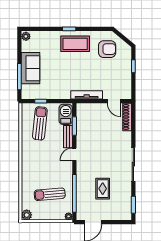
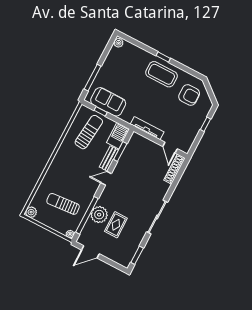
sofa: (31, 68) -> (108, 102), moved, turned -90
plant: (84, 187) -> (99, 215), added

